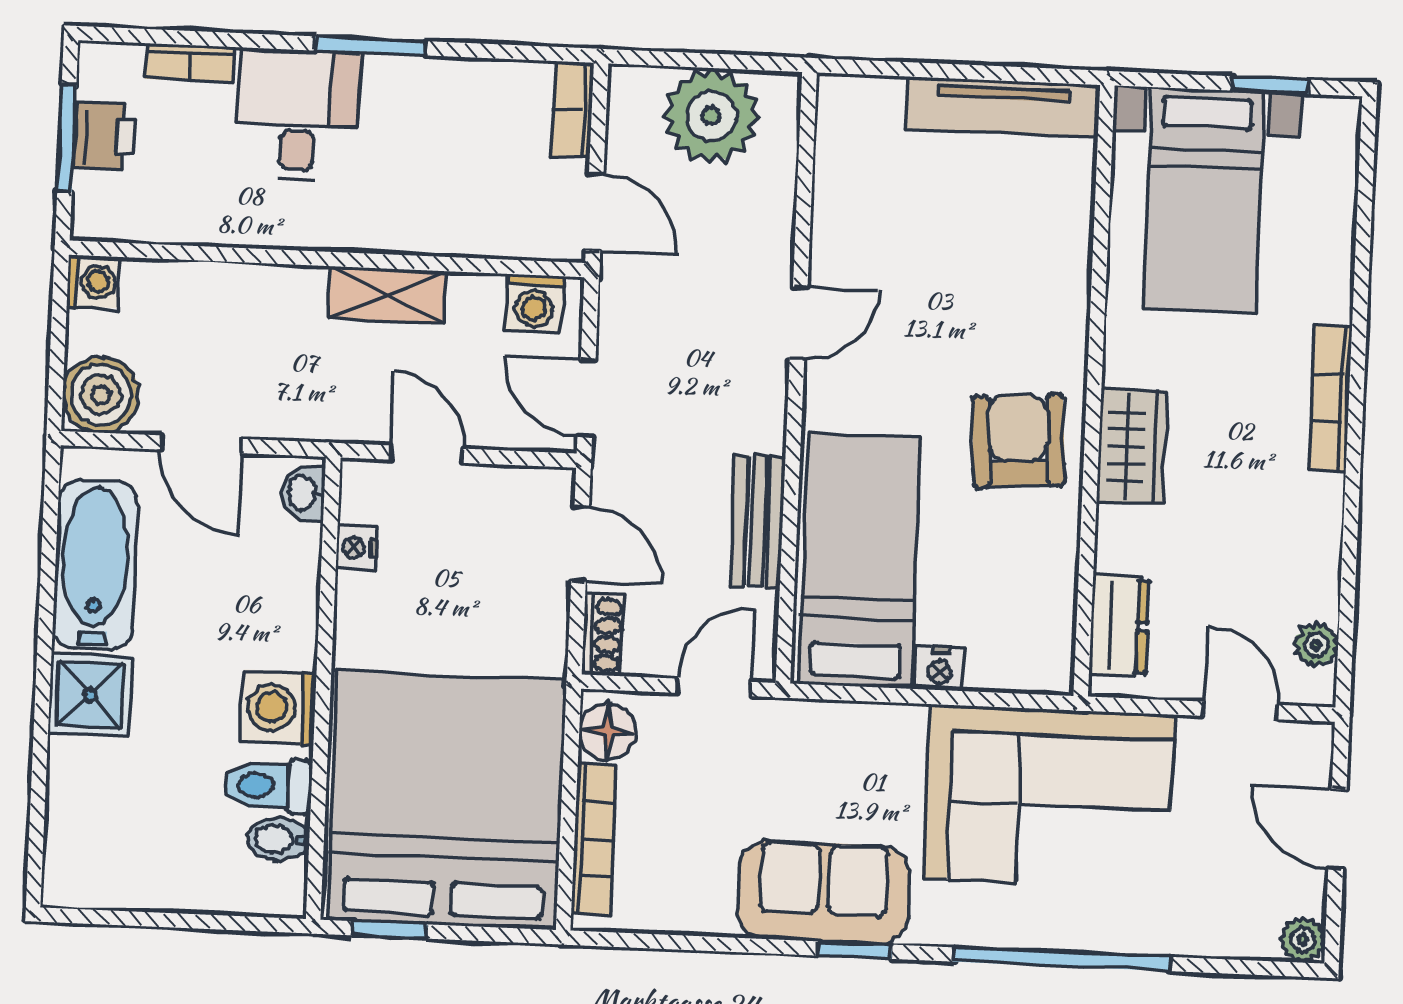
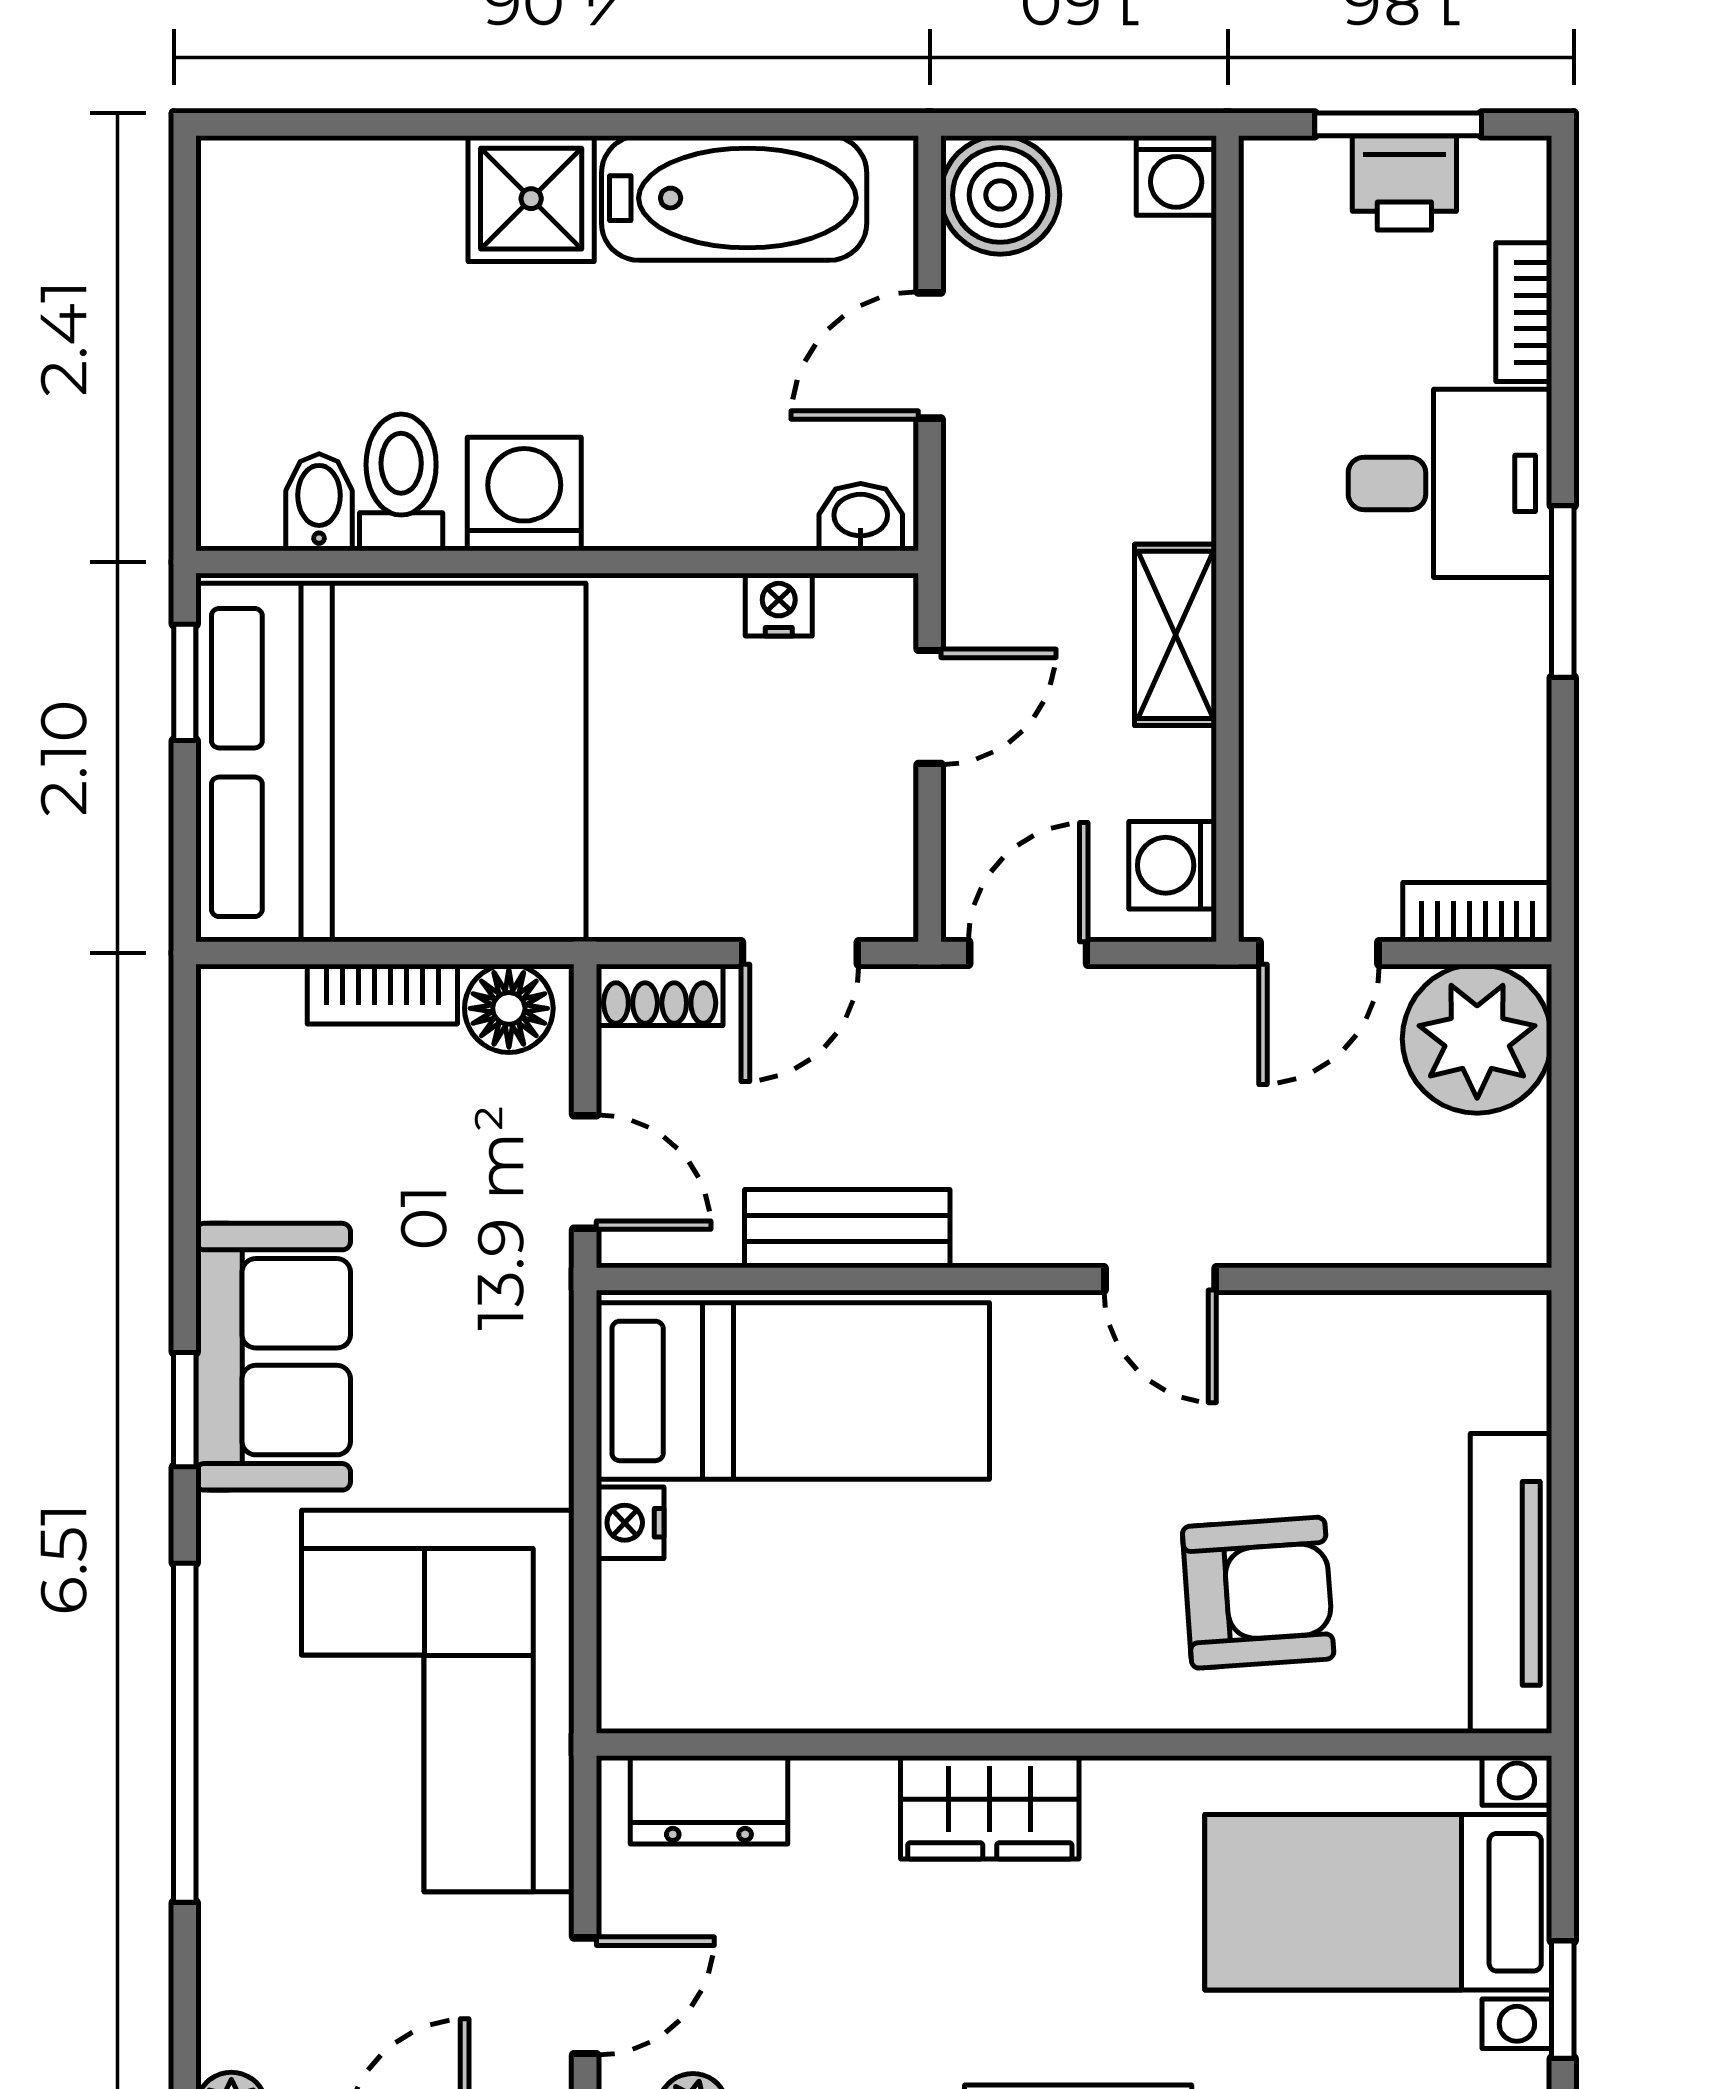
plant: (711, 116) -> (1477, 1039), moved
armchair: (1018, 441) -> (1258, 1593), moved
bookcase: (594, 839) -> (382, 994), width x0.64

